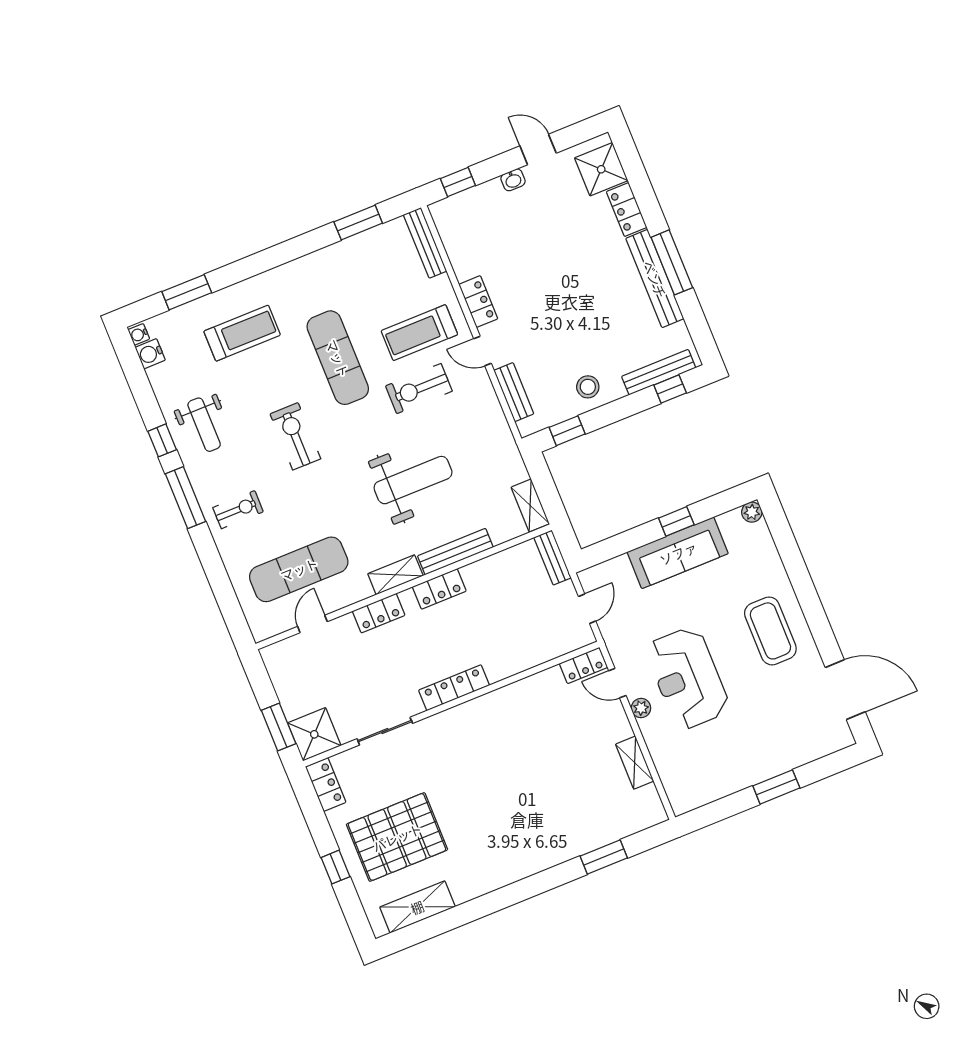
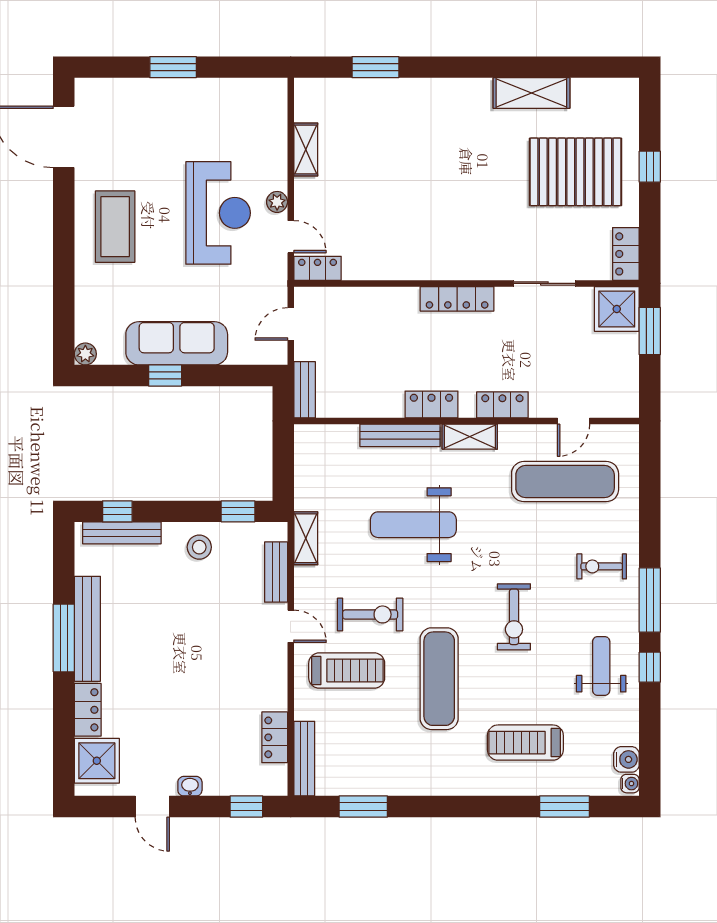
locker: (478, 302) -> (275, 737), moved
shelving: (530, 505) -> (306, 538), moved
shelving: (417, 907) -> (531, 93), moved

